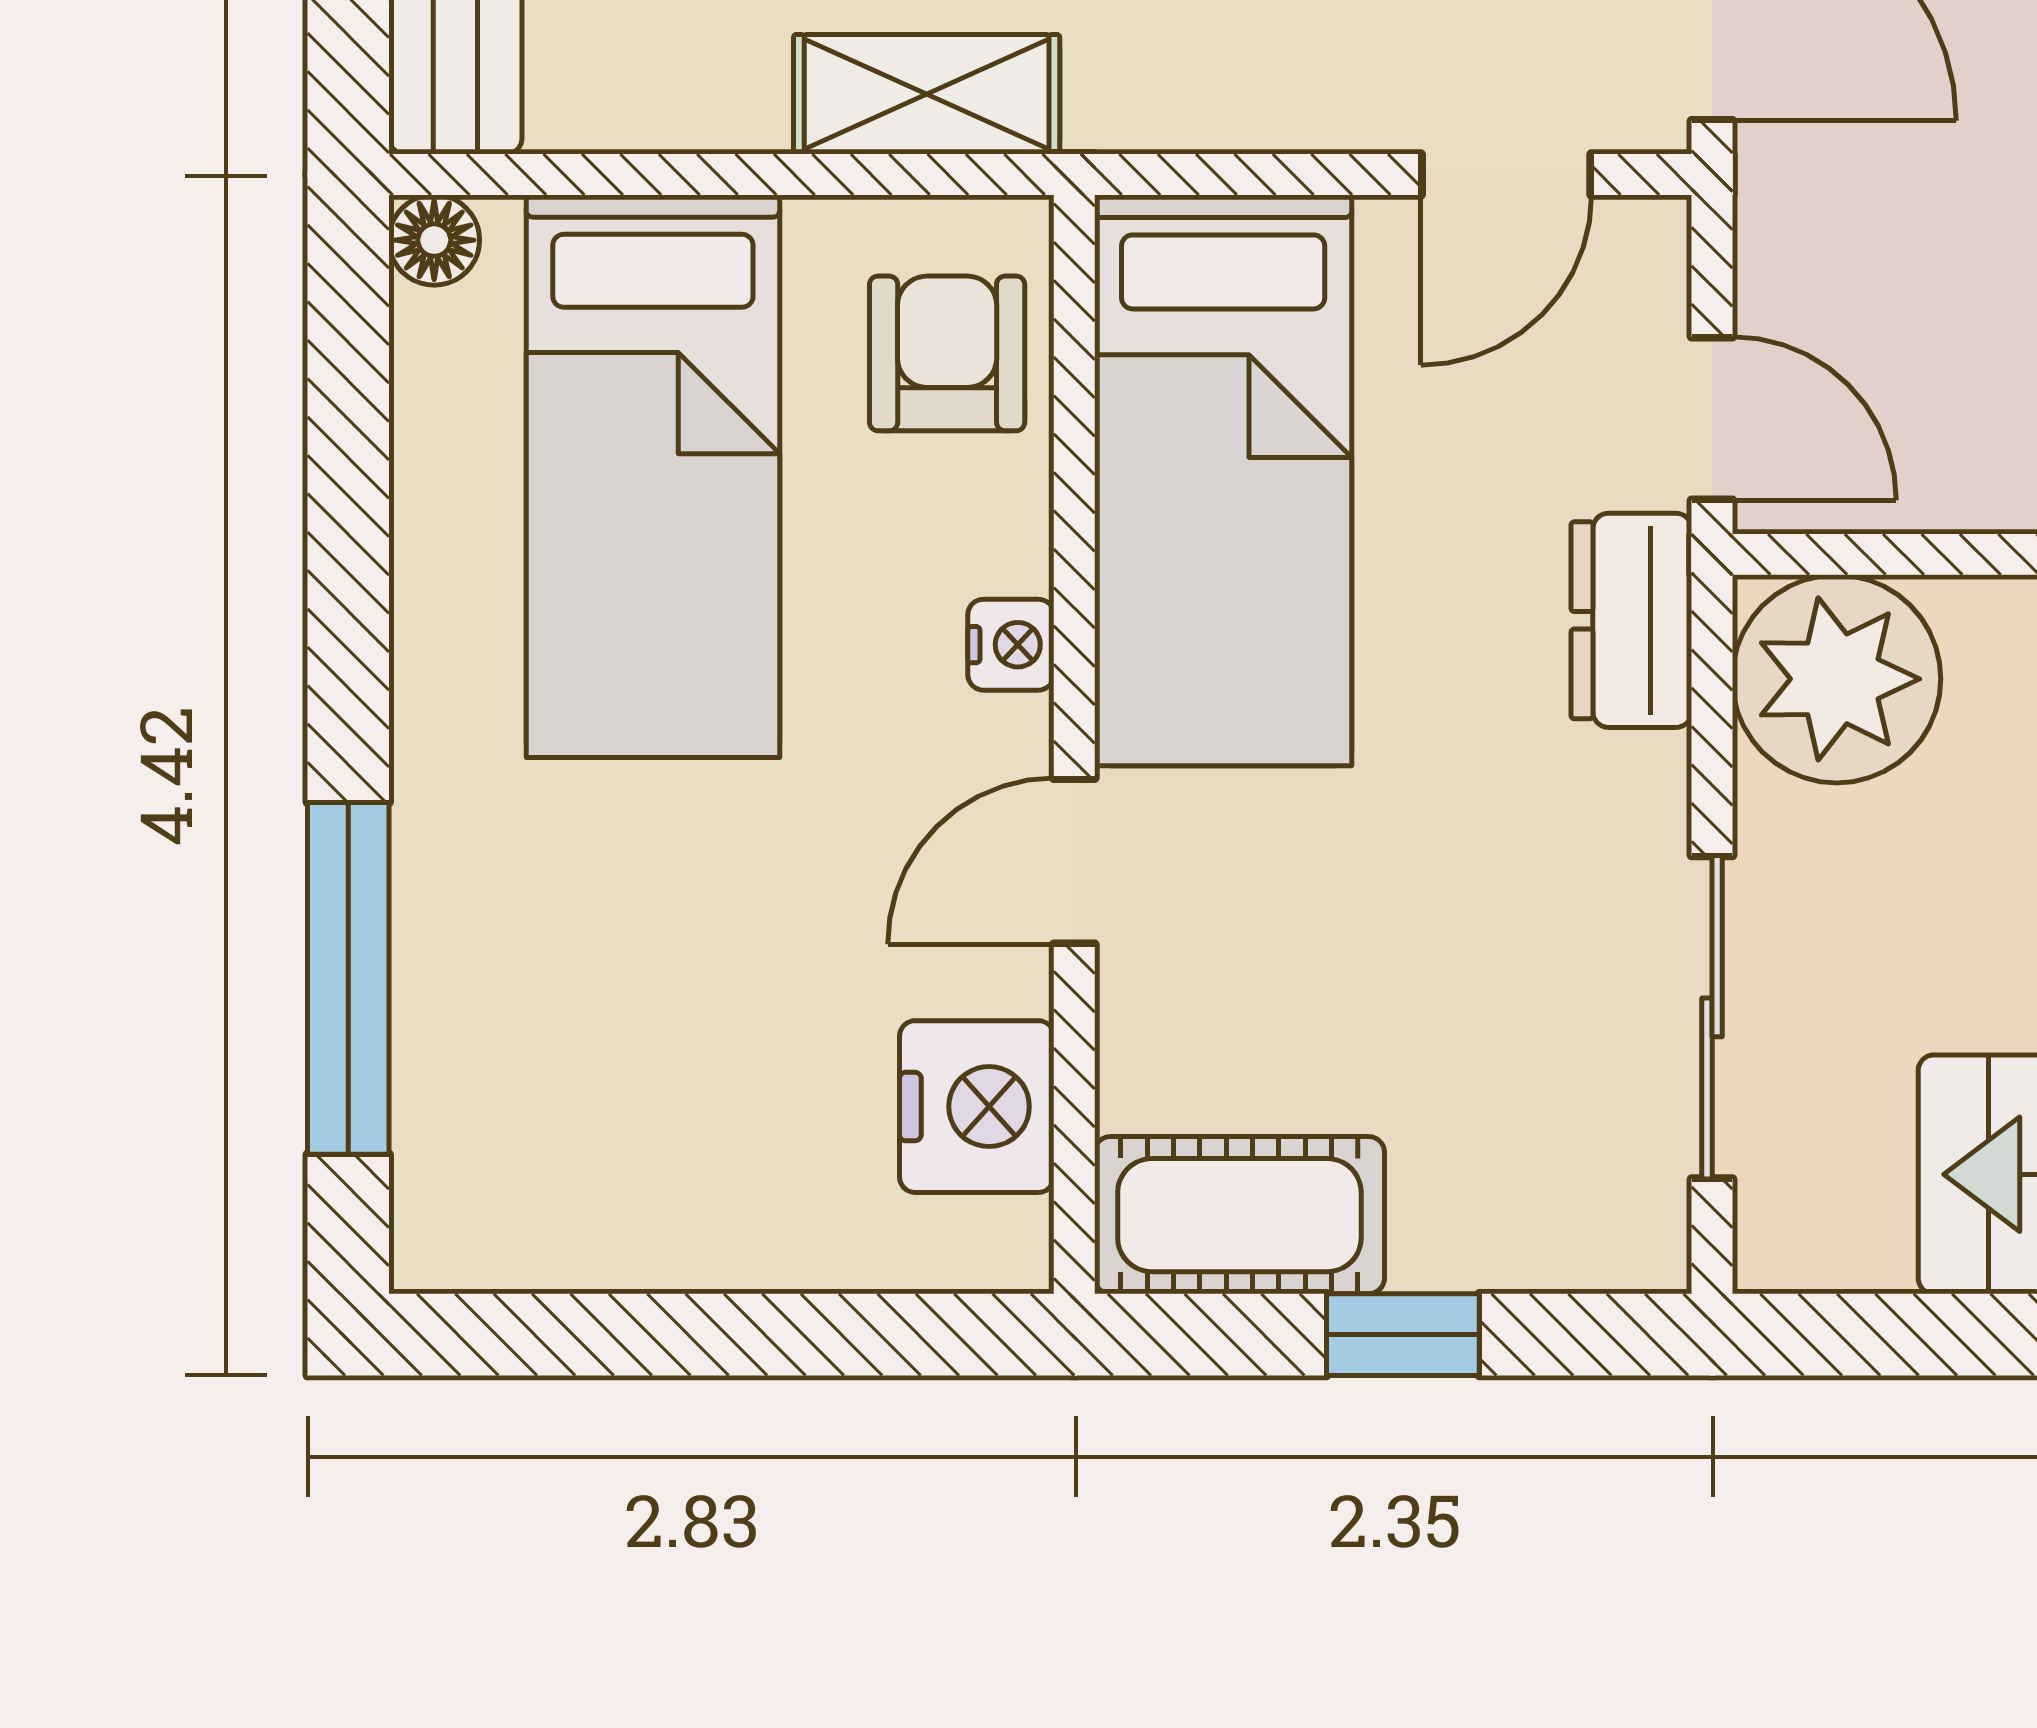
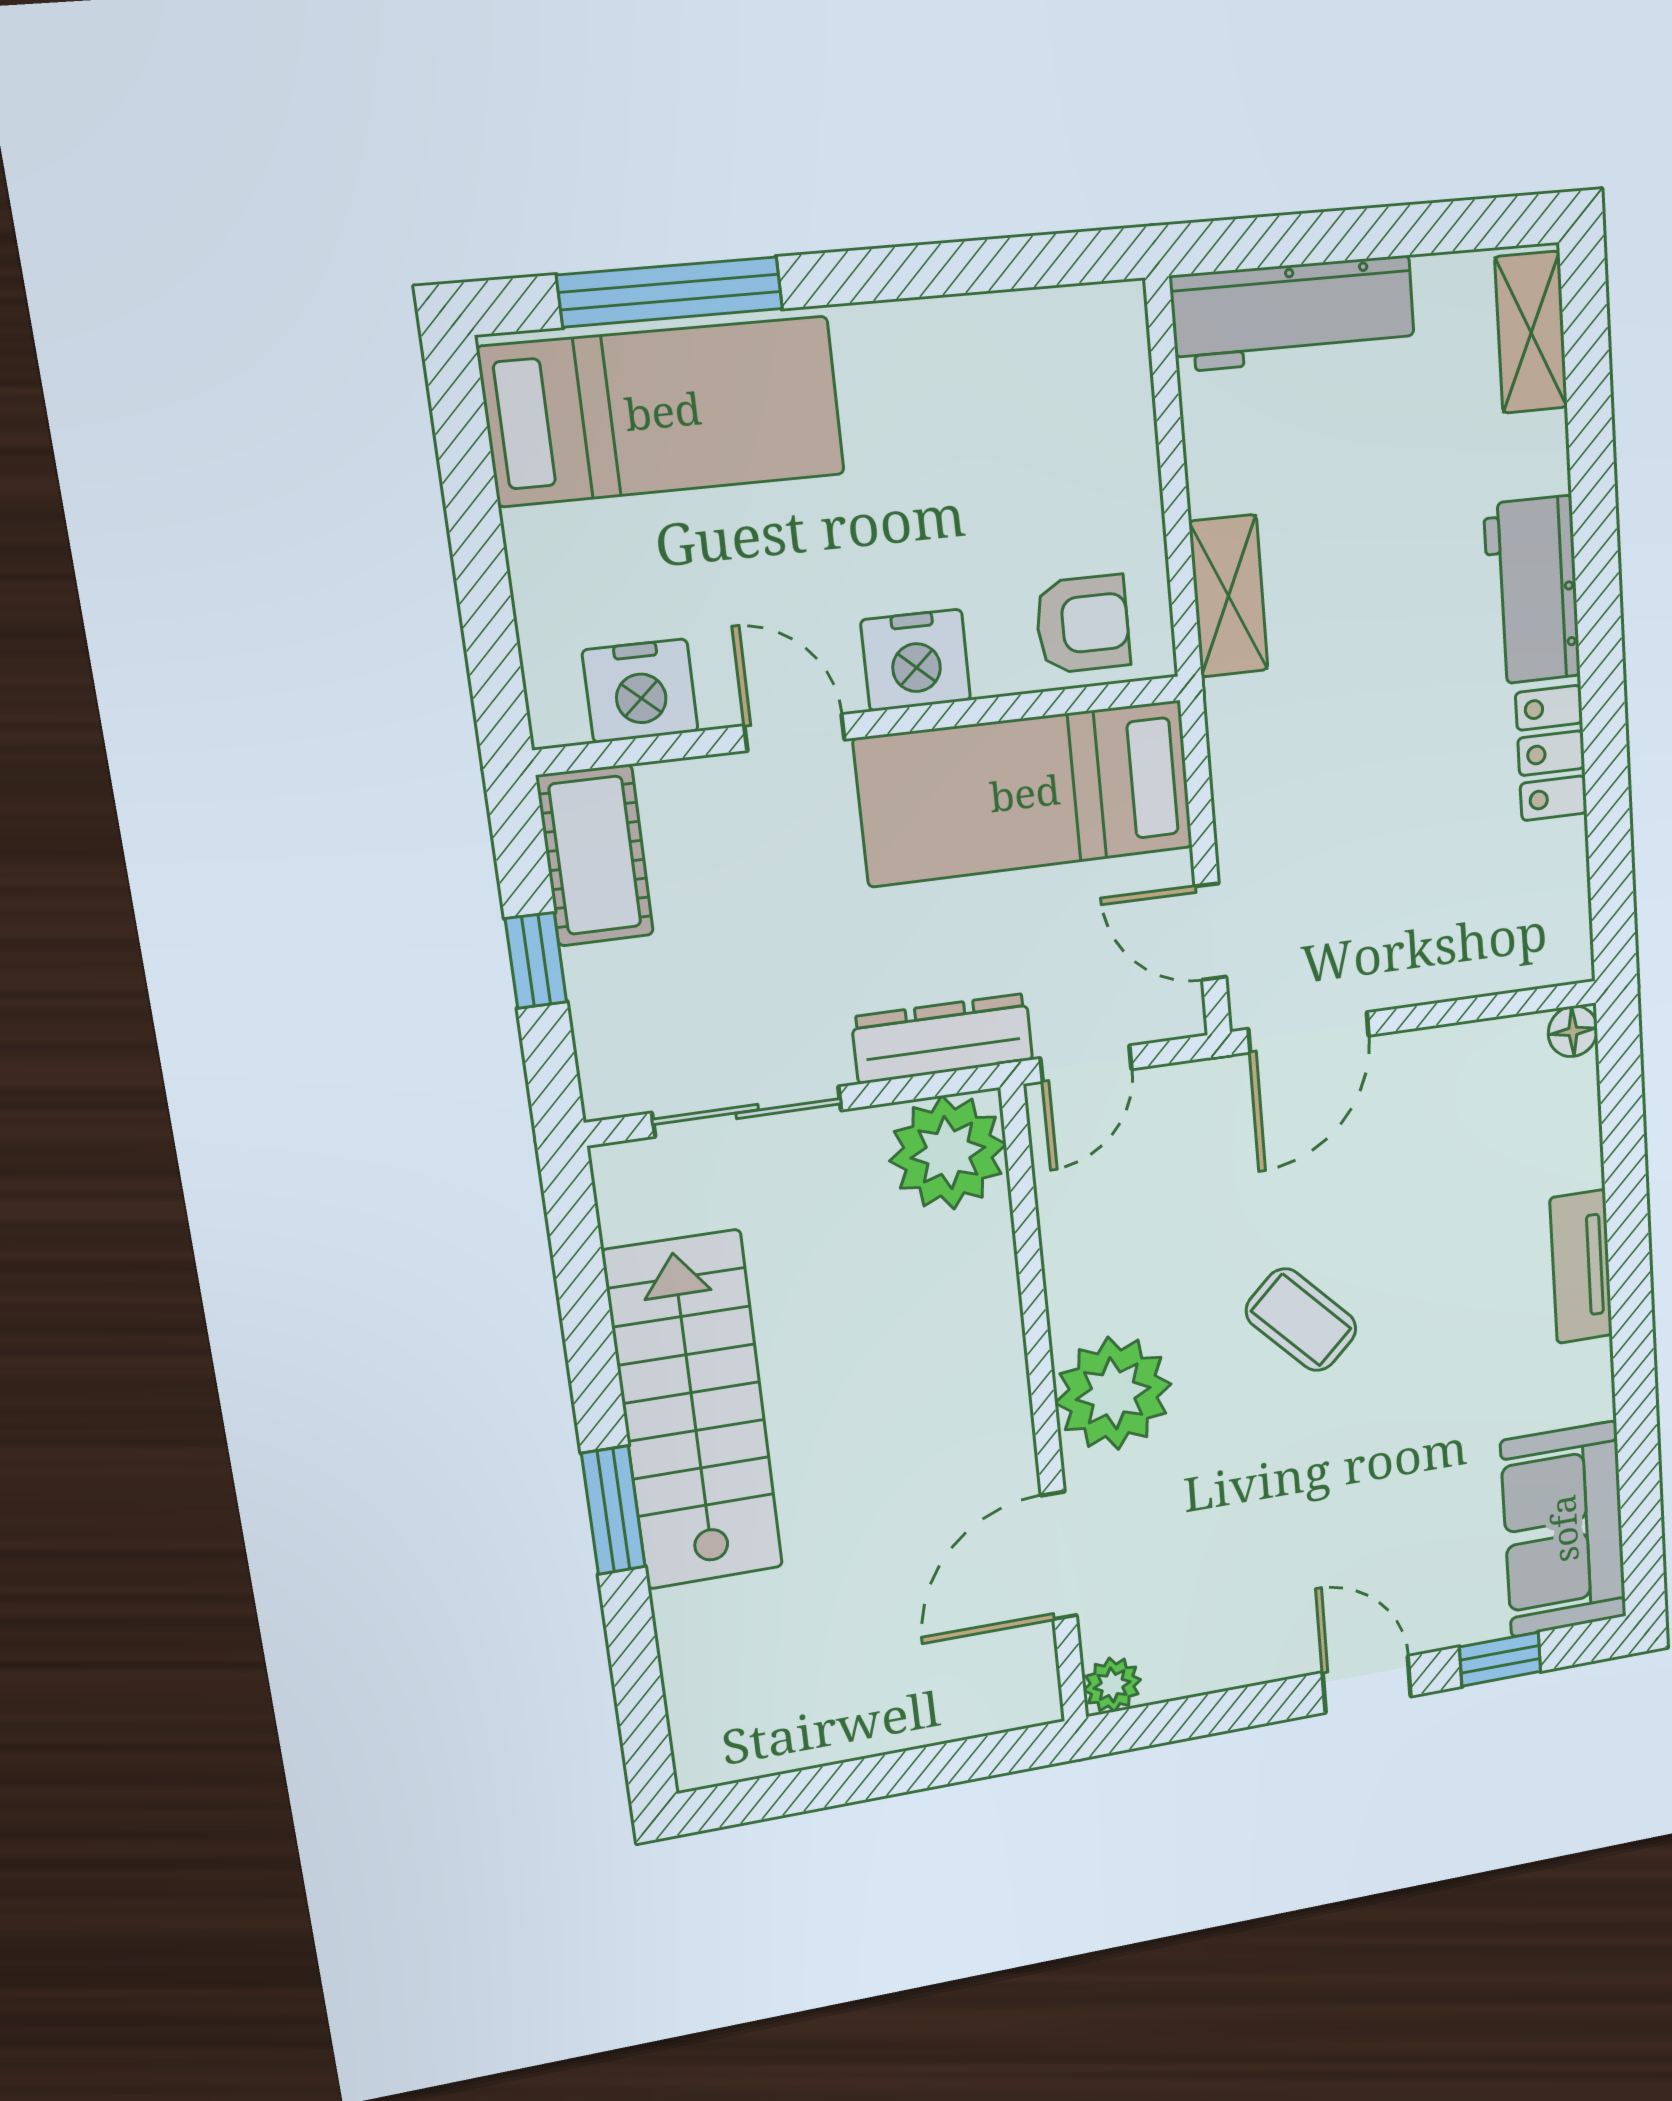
floor lamp: (434, 240) -> (1121, 308), removed
bed: (653, 476) -> (663, 411), moved, turned 180
dresser: (1631, 620) -> (943, 1038), width x1.44
nightstand: (1011, 645) -> (916, 660), width x1.89, depth x1.79

